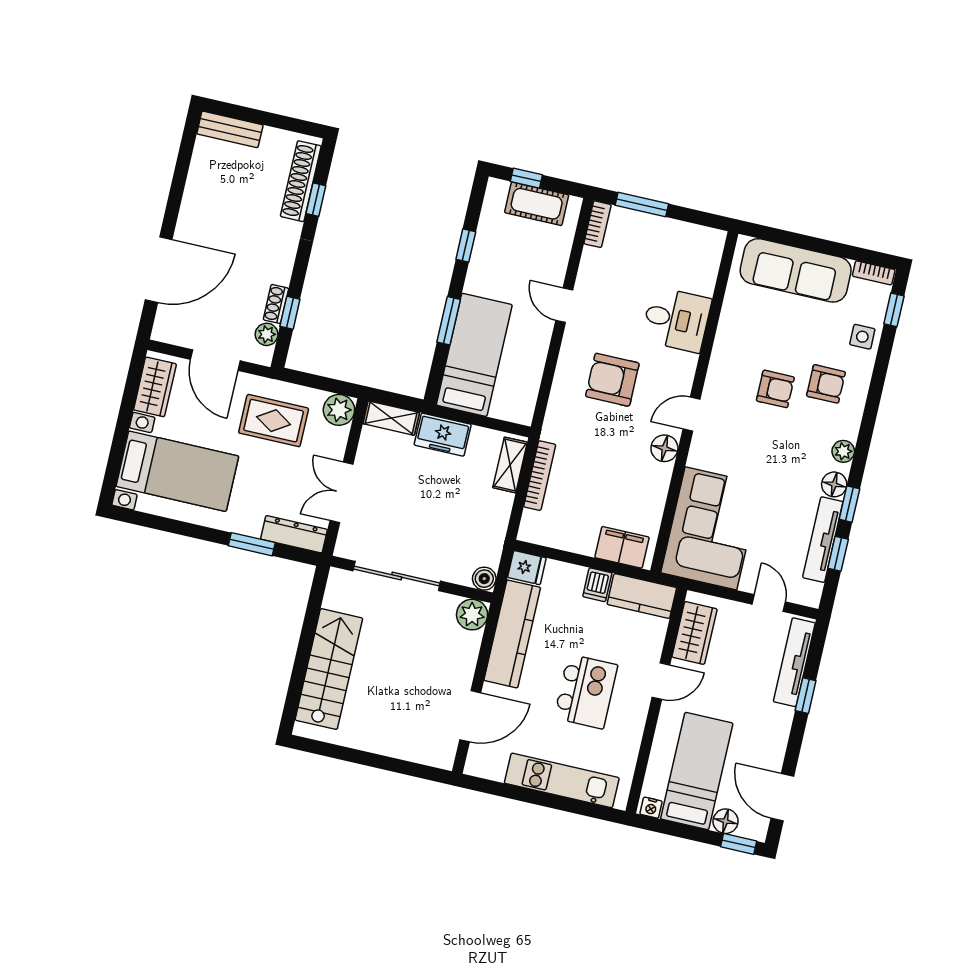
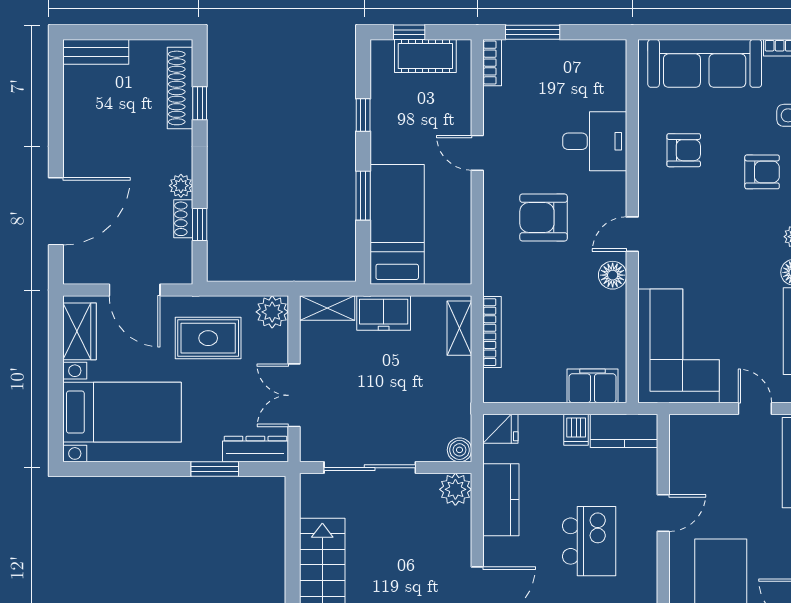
plant: (267, 334) -> (181, 186), moved
armchair: (775, 389) -> (684, 150), moved
wardrobe: (695, 633) -> (686, 456), removed
kitchen counter: (512, 634) -> (501, 500), width x0.67

